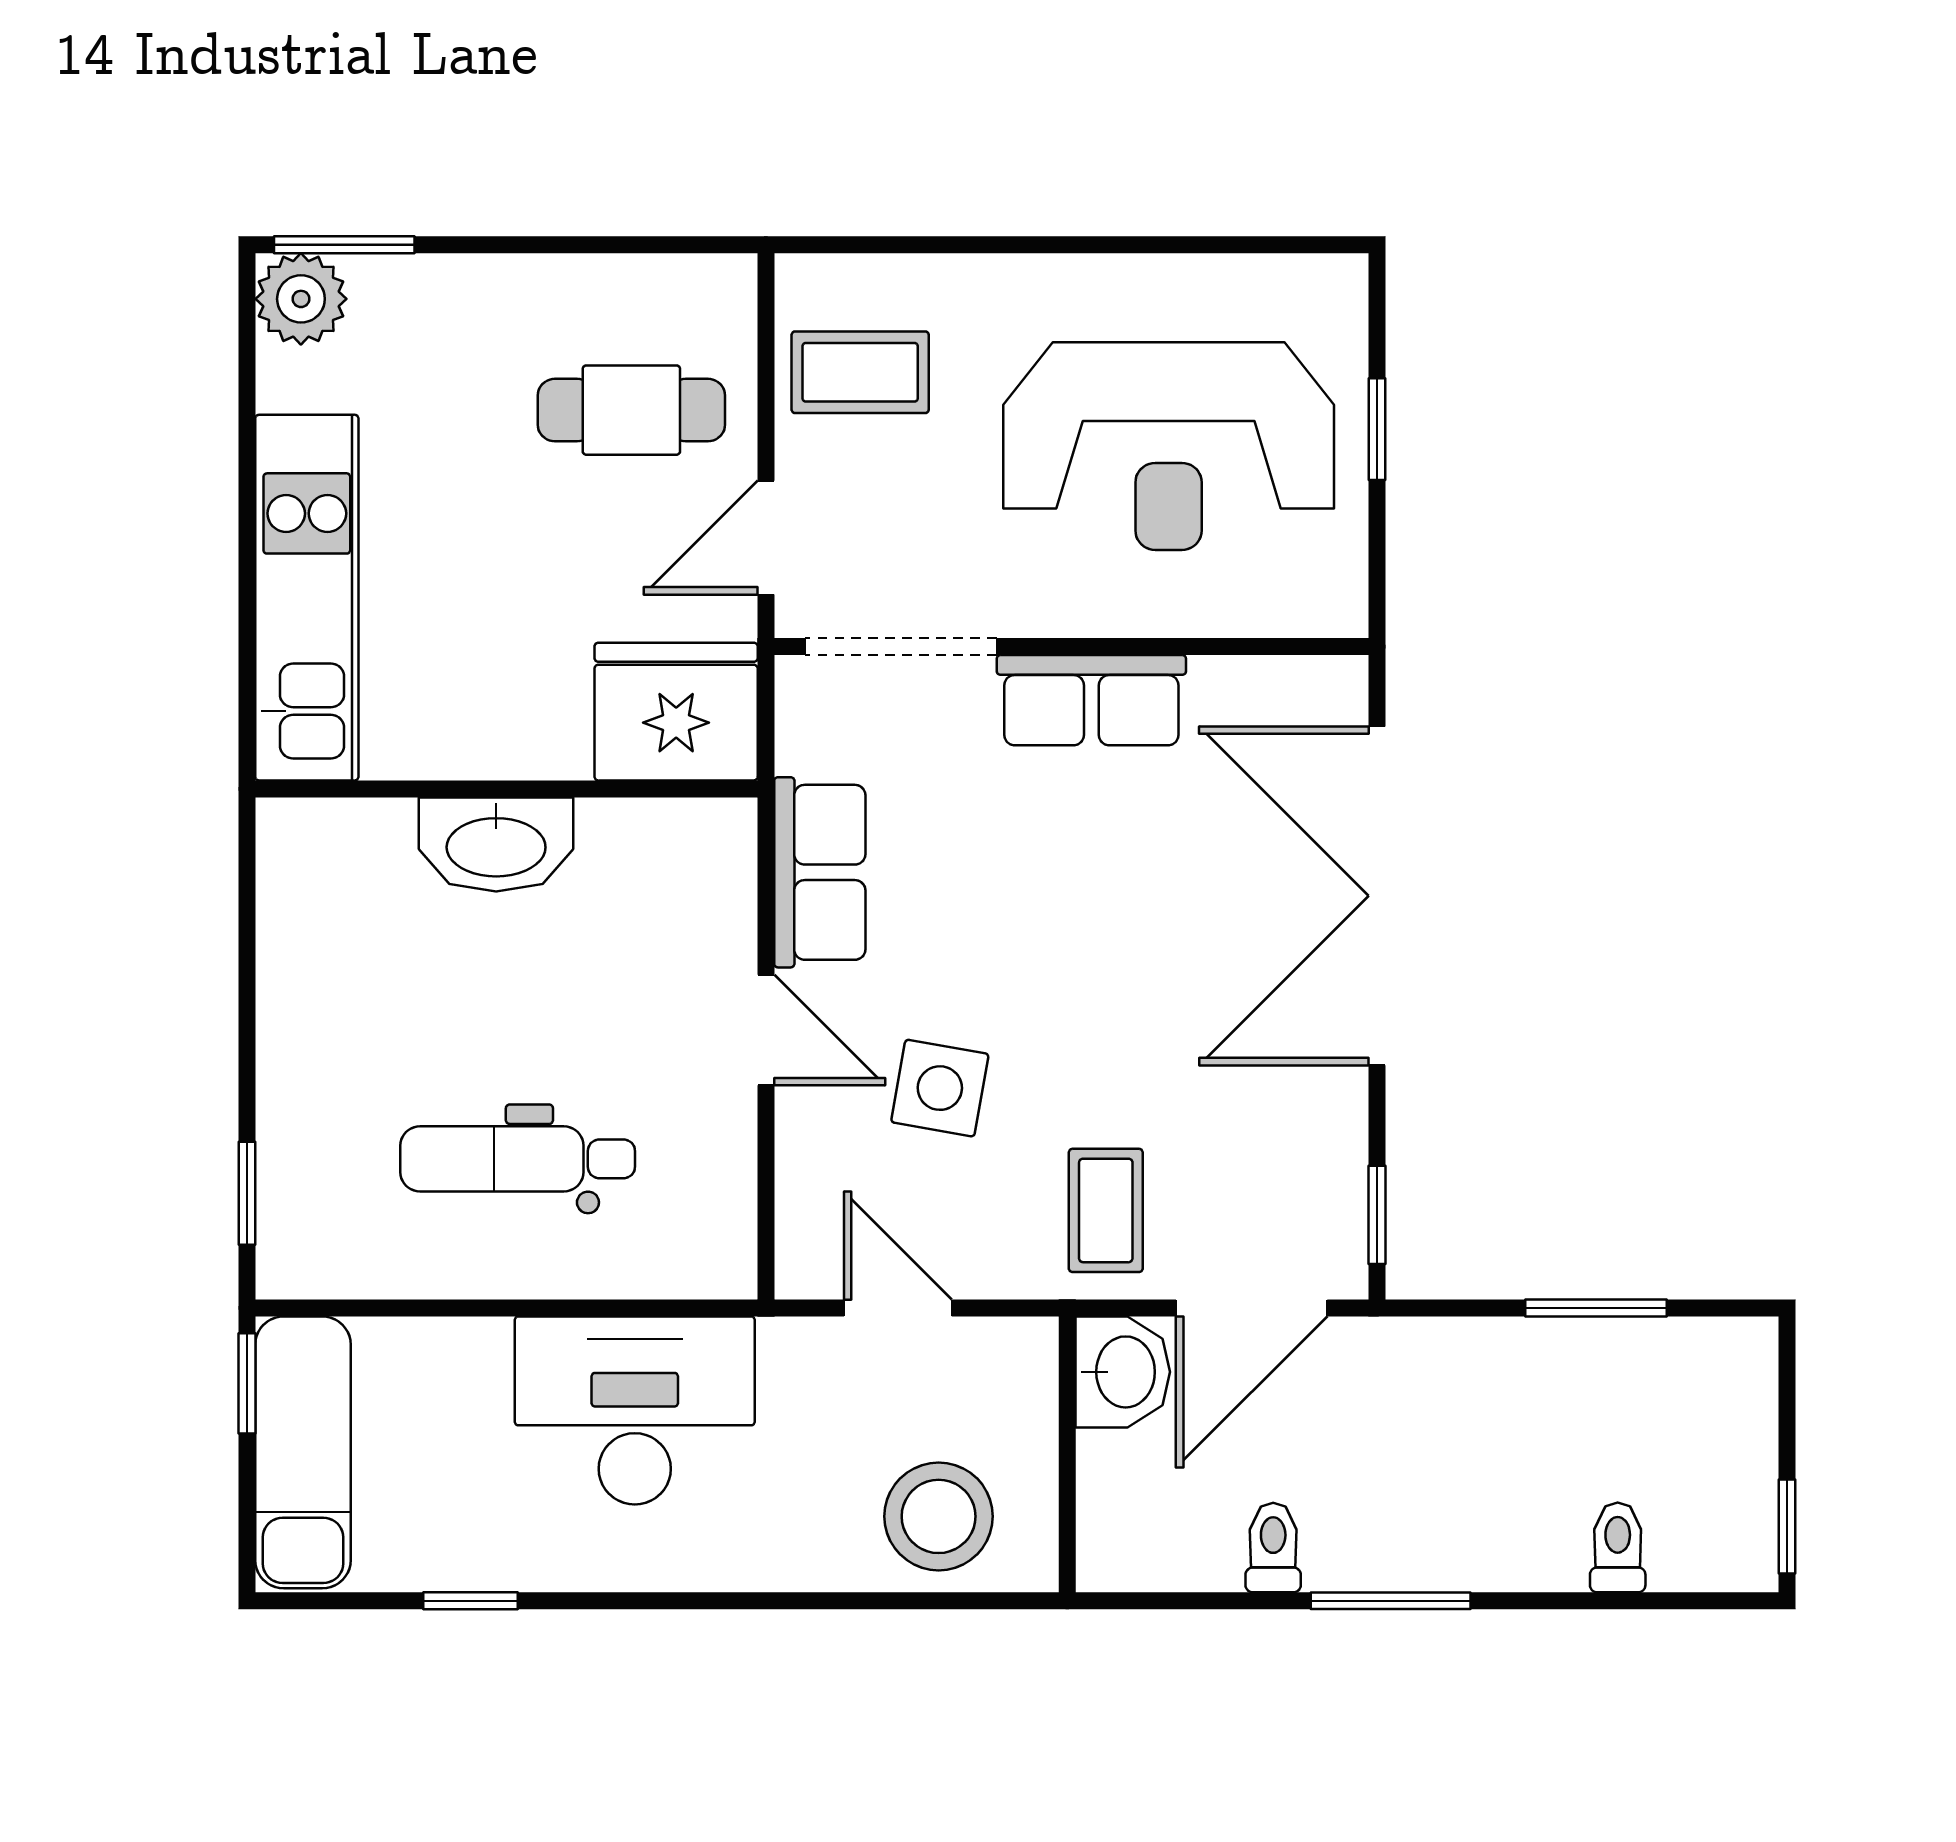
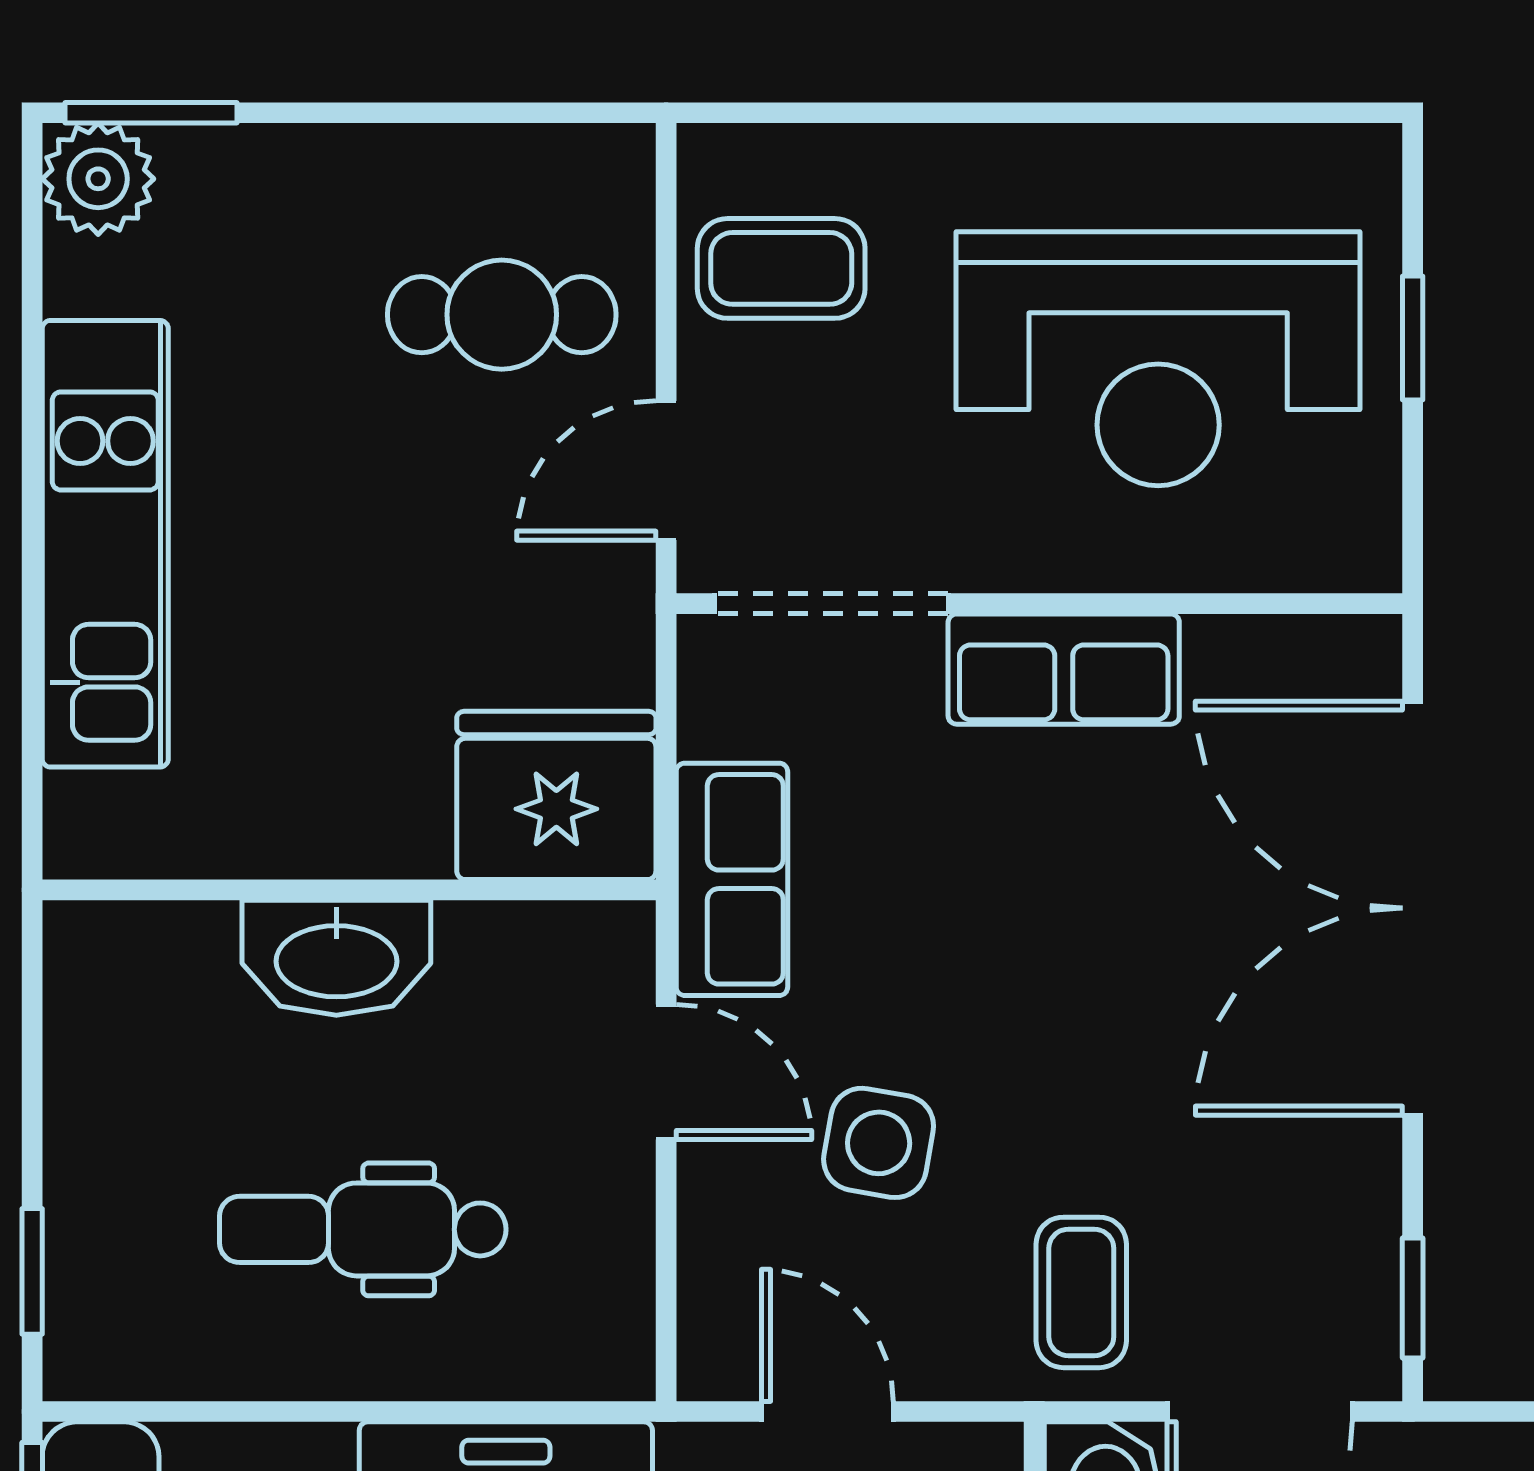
fridge: (676, 712) -> (556, 795), moved
wall: (506, 789) -> (349, 890), moved
washbasin: (496, 844) -> (336, 958), moved

